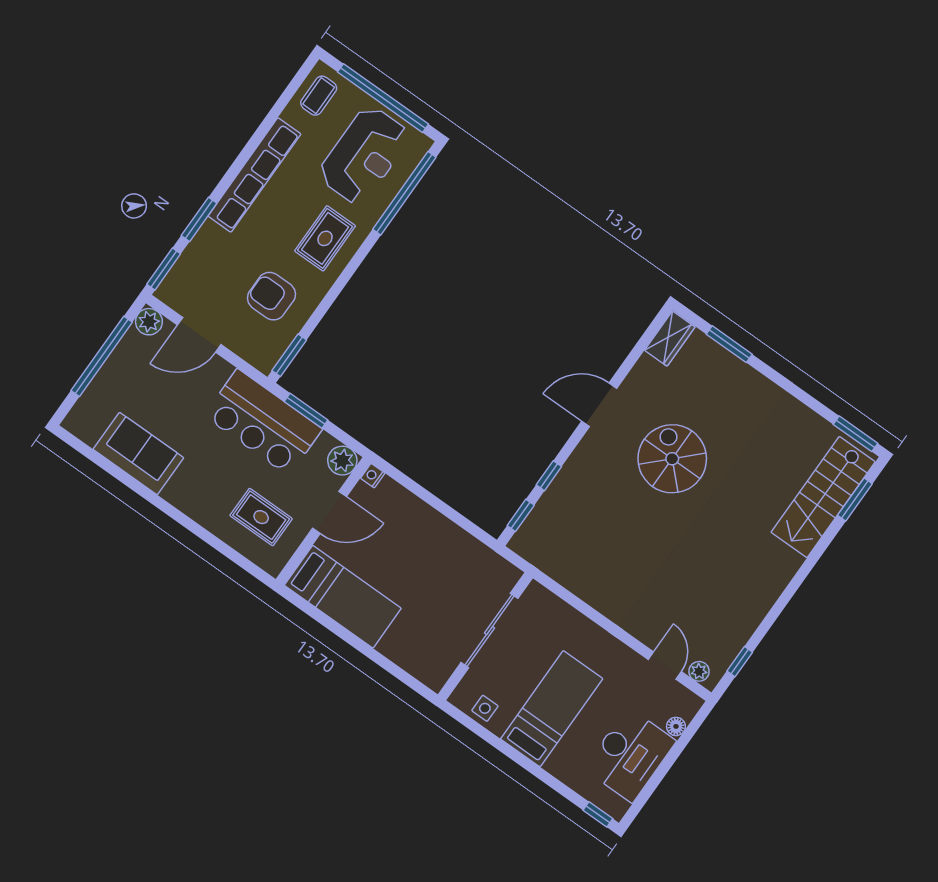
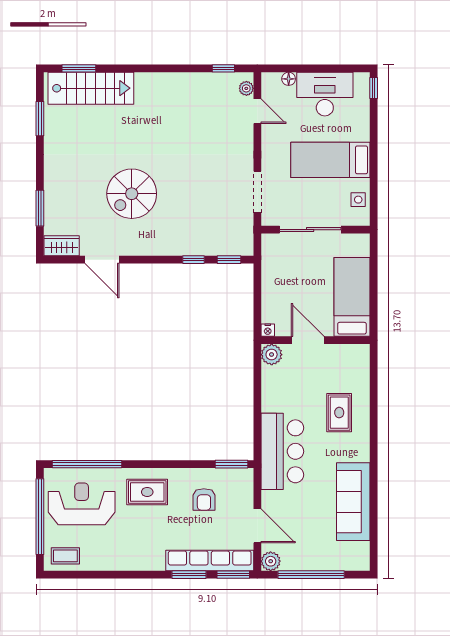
row of seats: (254, 175) -> (210, 560), moved
armchair: (271, 296) -> (204, 499), width x0.72, depth x0.72
door: (599, 405) -> (102, 260), moved
window: (306, 411) -> (257, 431), removed
window: (855, 434) -> (40, 119), moved
sofa: (138, 454) -> (353, 502), width x1.36
plant: (342, 461) -> (272, 355), moved
nightstand: (373, 476) -> (268, 330), moved
door: (330, 512) -> (308, 340), moved
wall: (323, 521) -> (315, 340), moved
bed: (343, 597) -> (352, 297), moved
doorway: (574, 601) -> (257, 192), added
door: (665, 666) -> (257, 111), swing flipped

